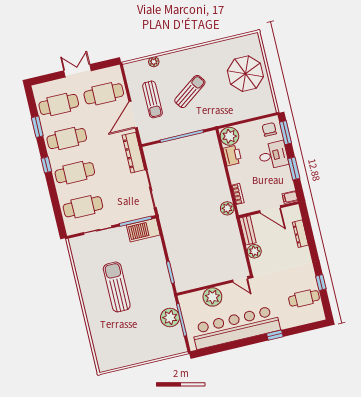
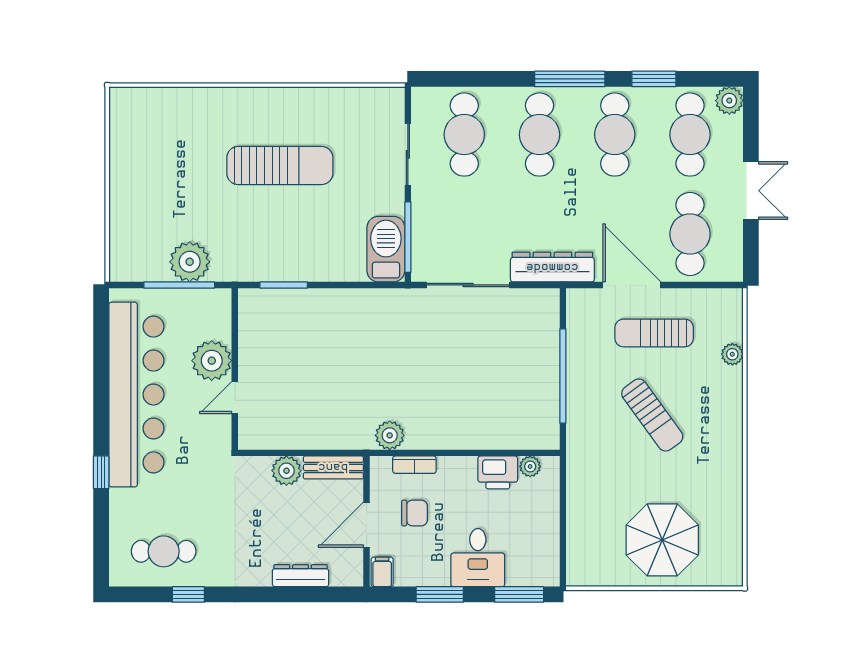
plant: (39, 90) -> (729, 101), added
chair: (269, 129) -> (415, 513), moved
plant: (229, 136) -> (530, 466), width x0.53, depth x0.53
window: (46, 165) -> (570, 79), width x2.17
door: (240, 279) -> (235, 398), moved
cafe table: (304, 298) -> (164, 551), turned 90

